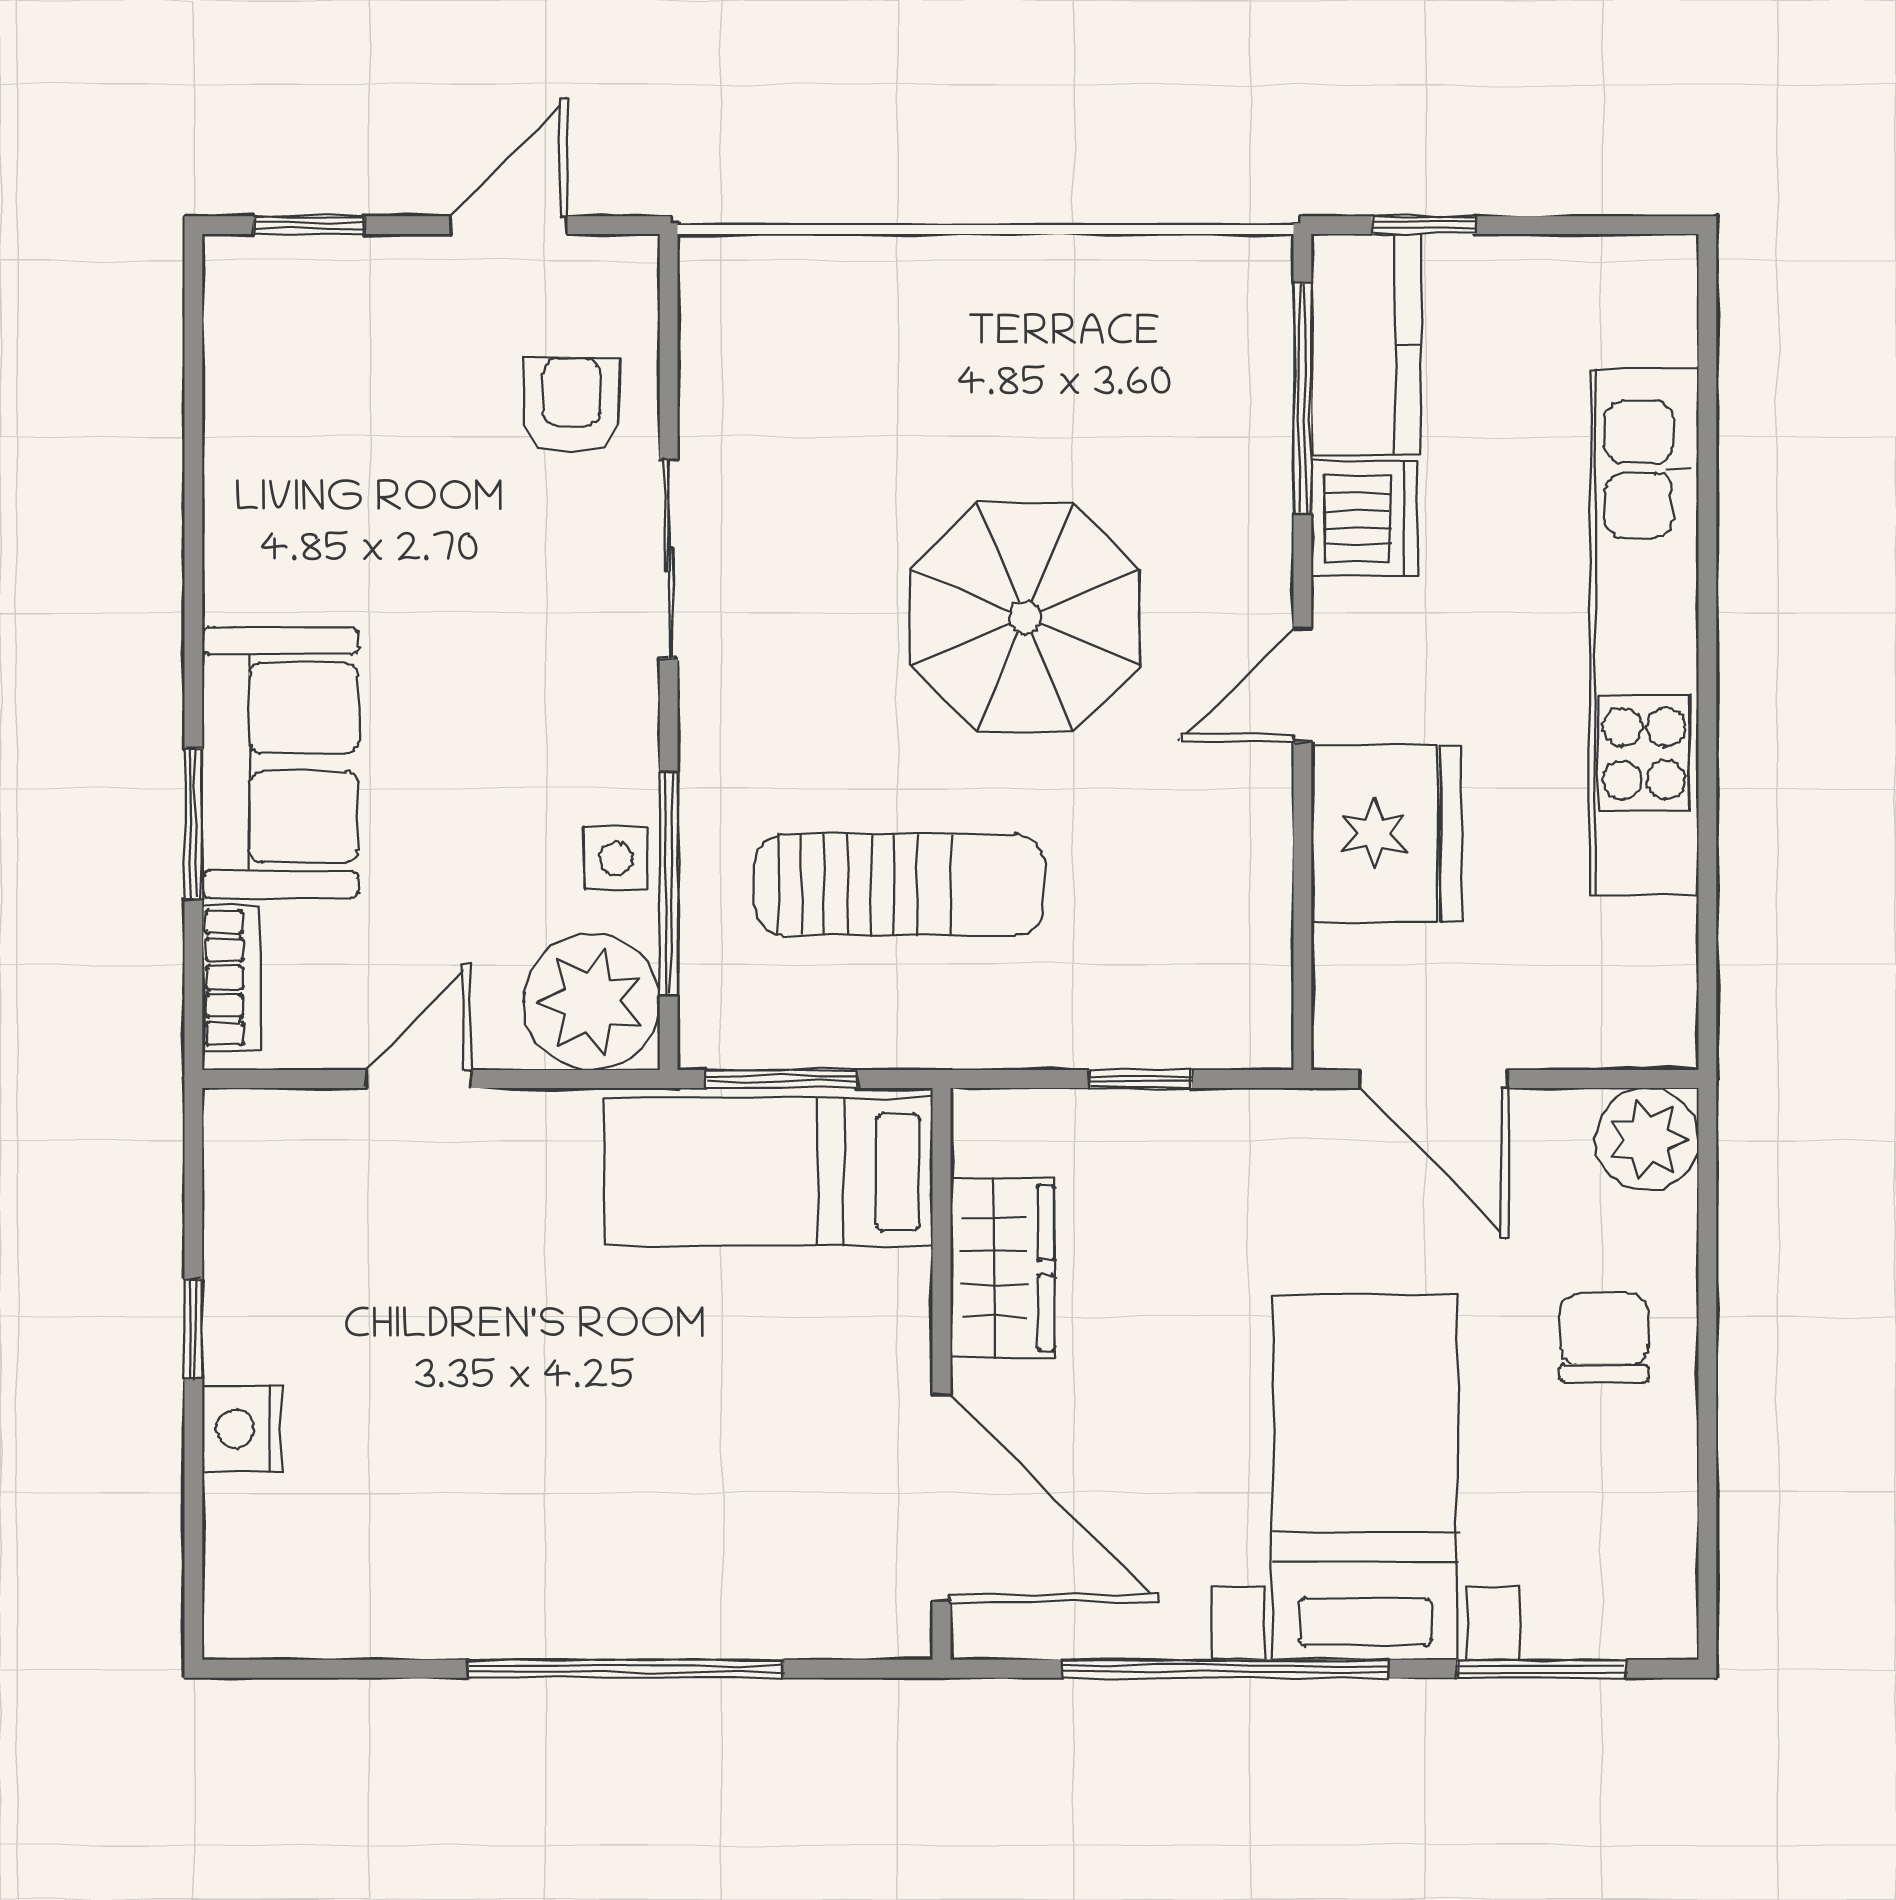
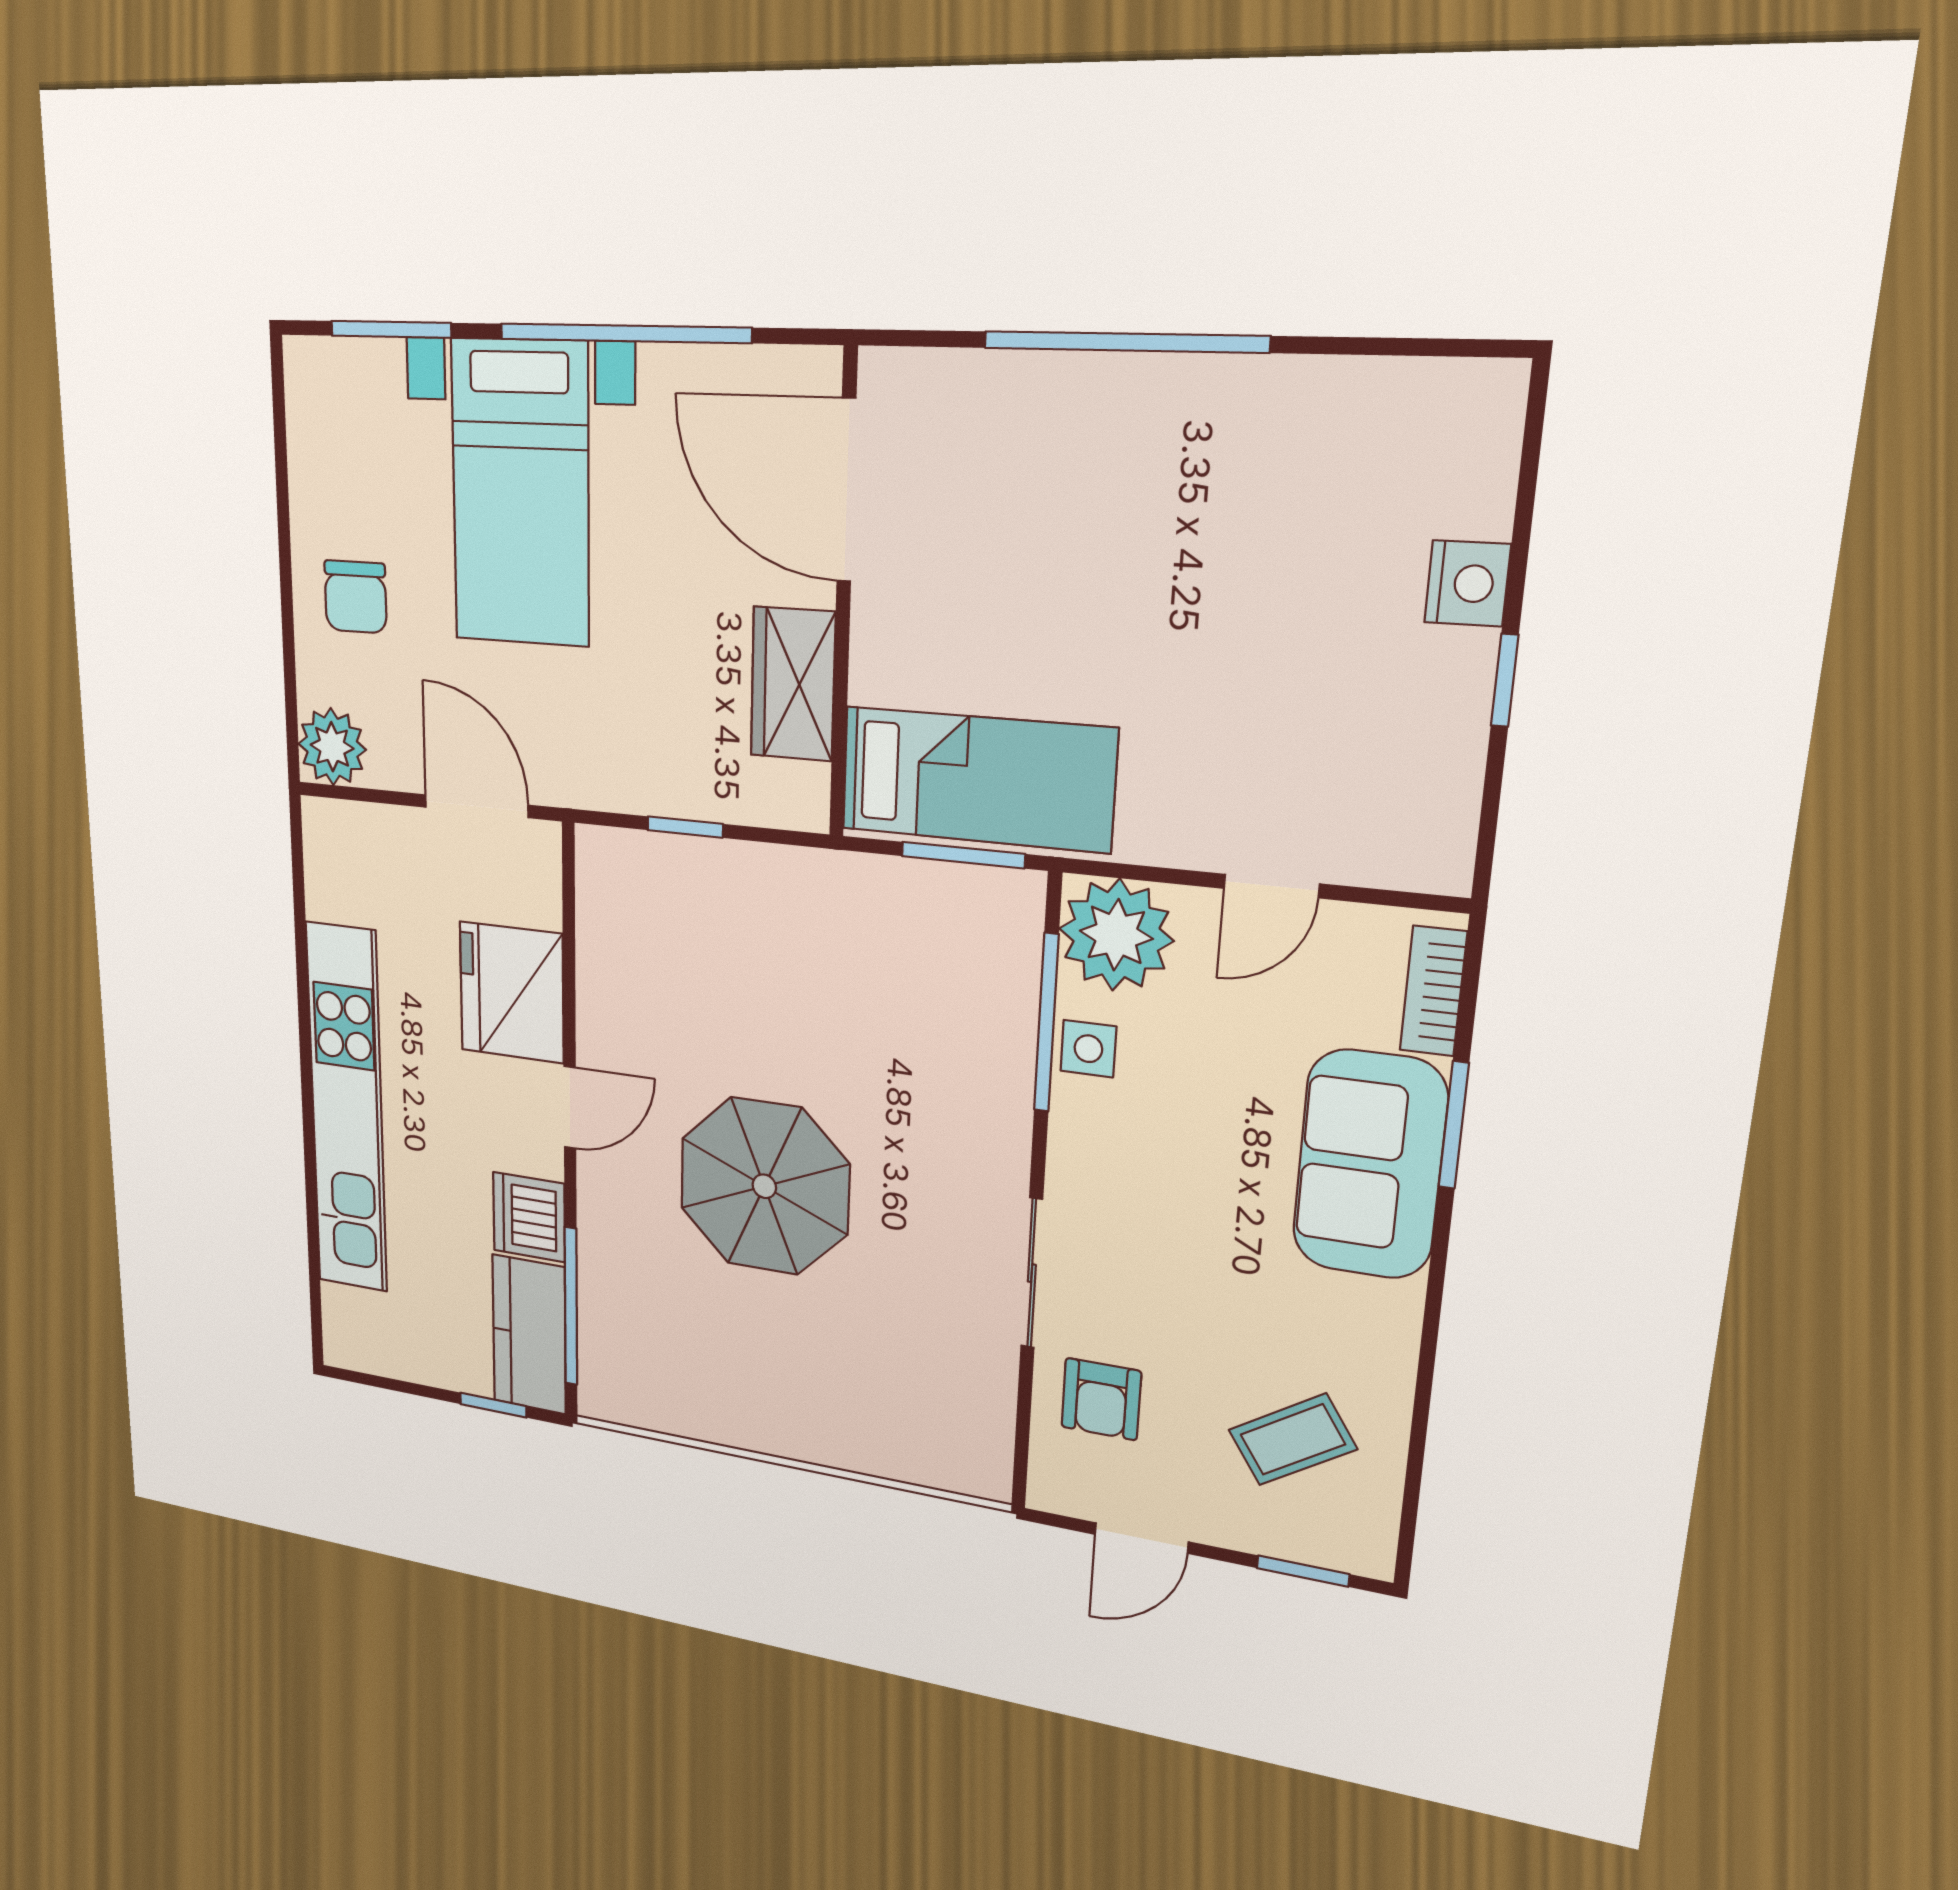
coffee table: (336, 399) -> (1293, 1440), added
sun lounger: (900, 885) -> (864, 999), removed

